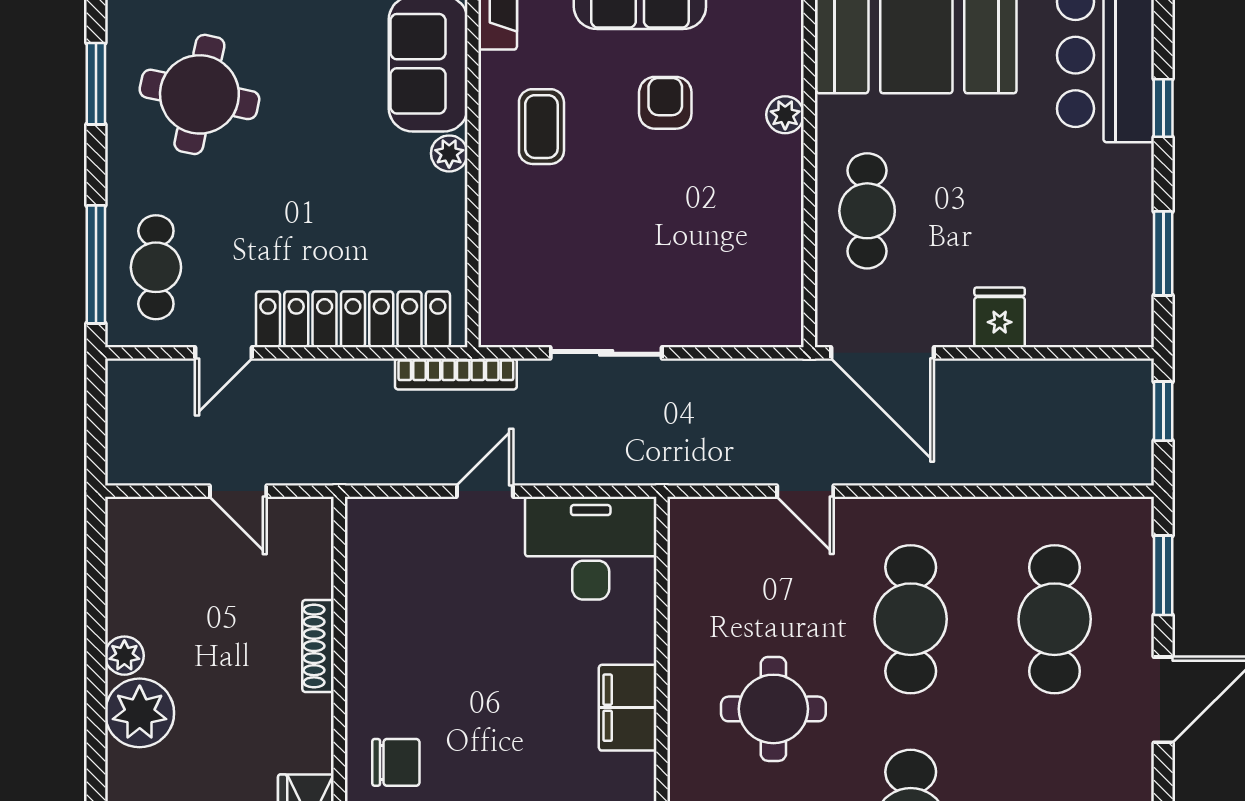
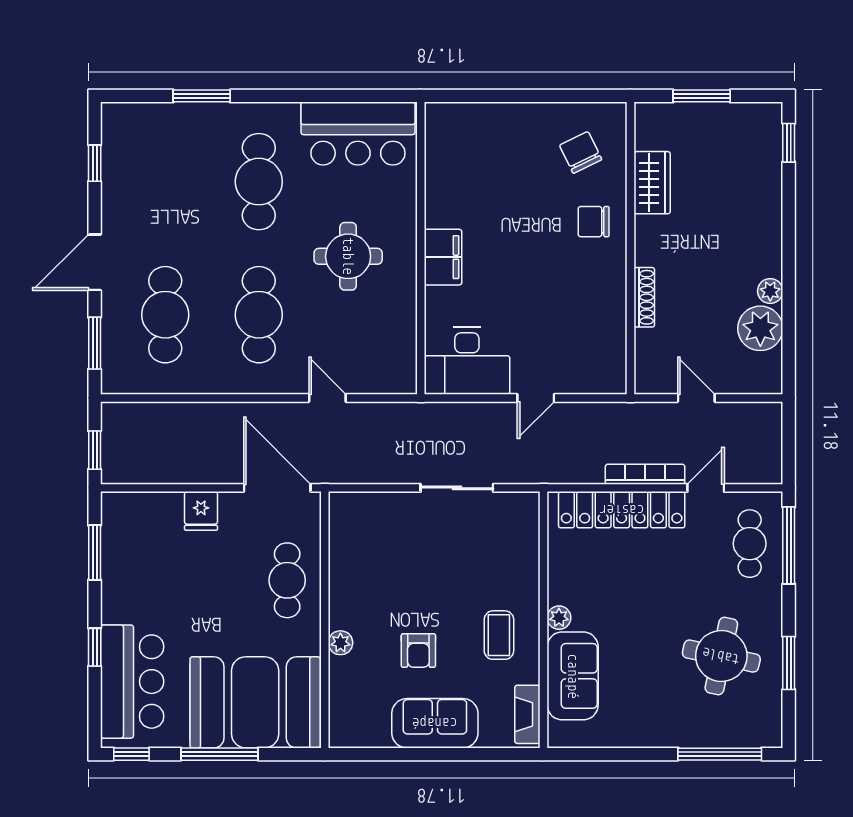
bookcase: (456, 374) -> (645, 474), moved
plant: (140, 713) -> (760, 328), moved

